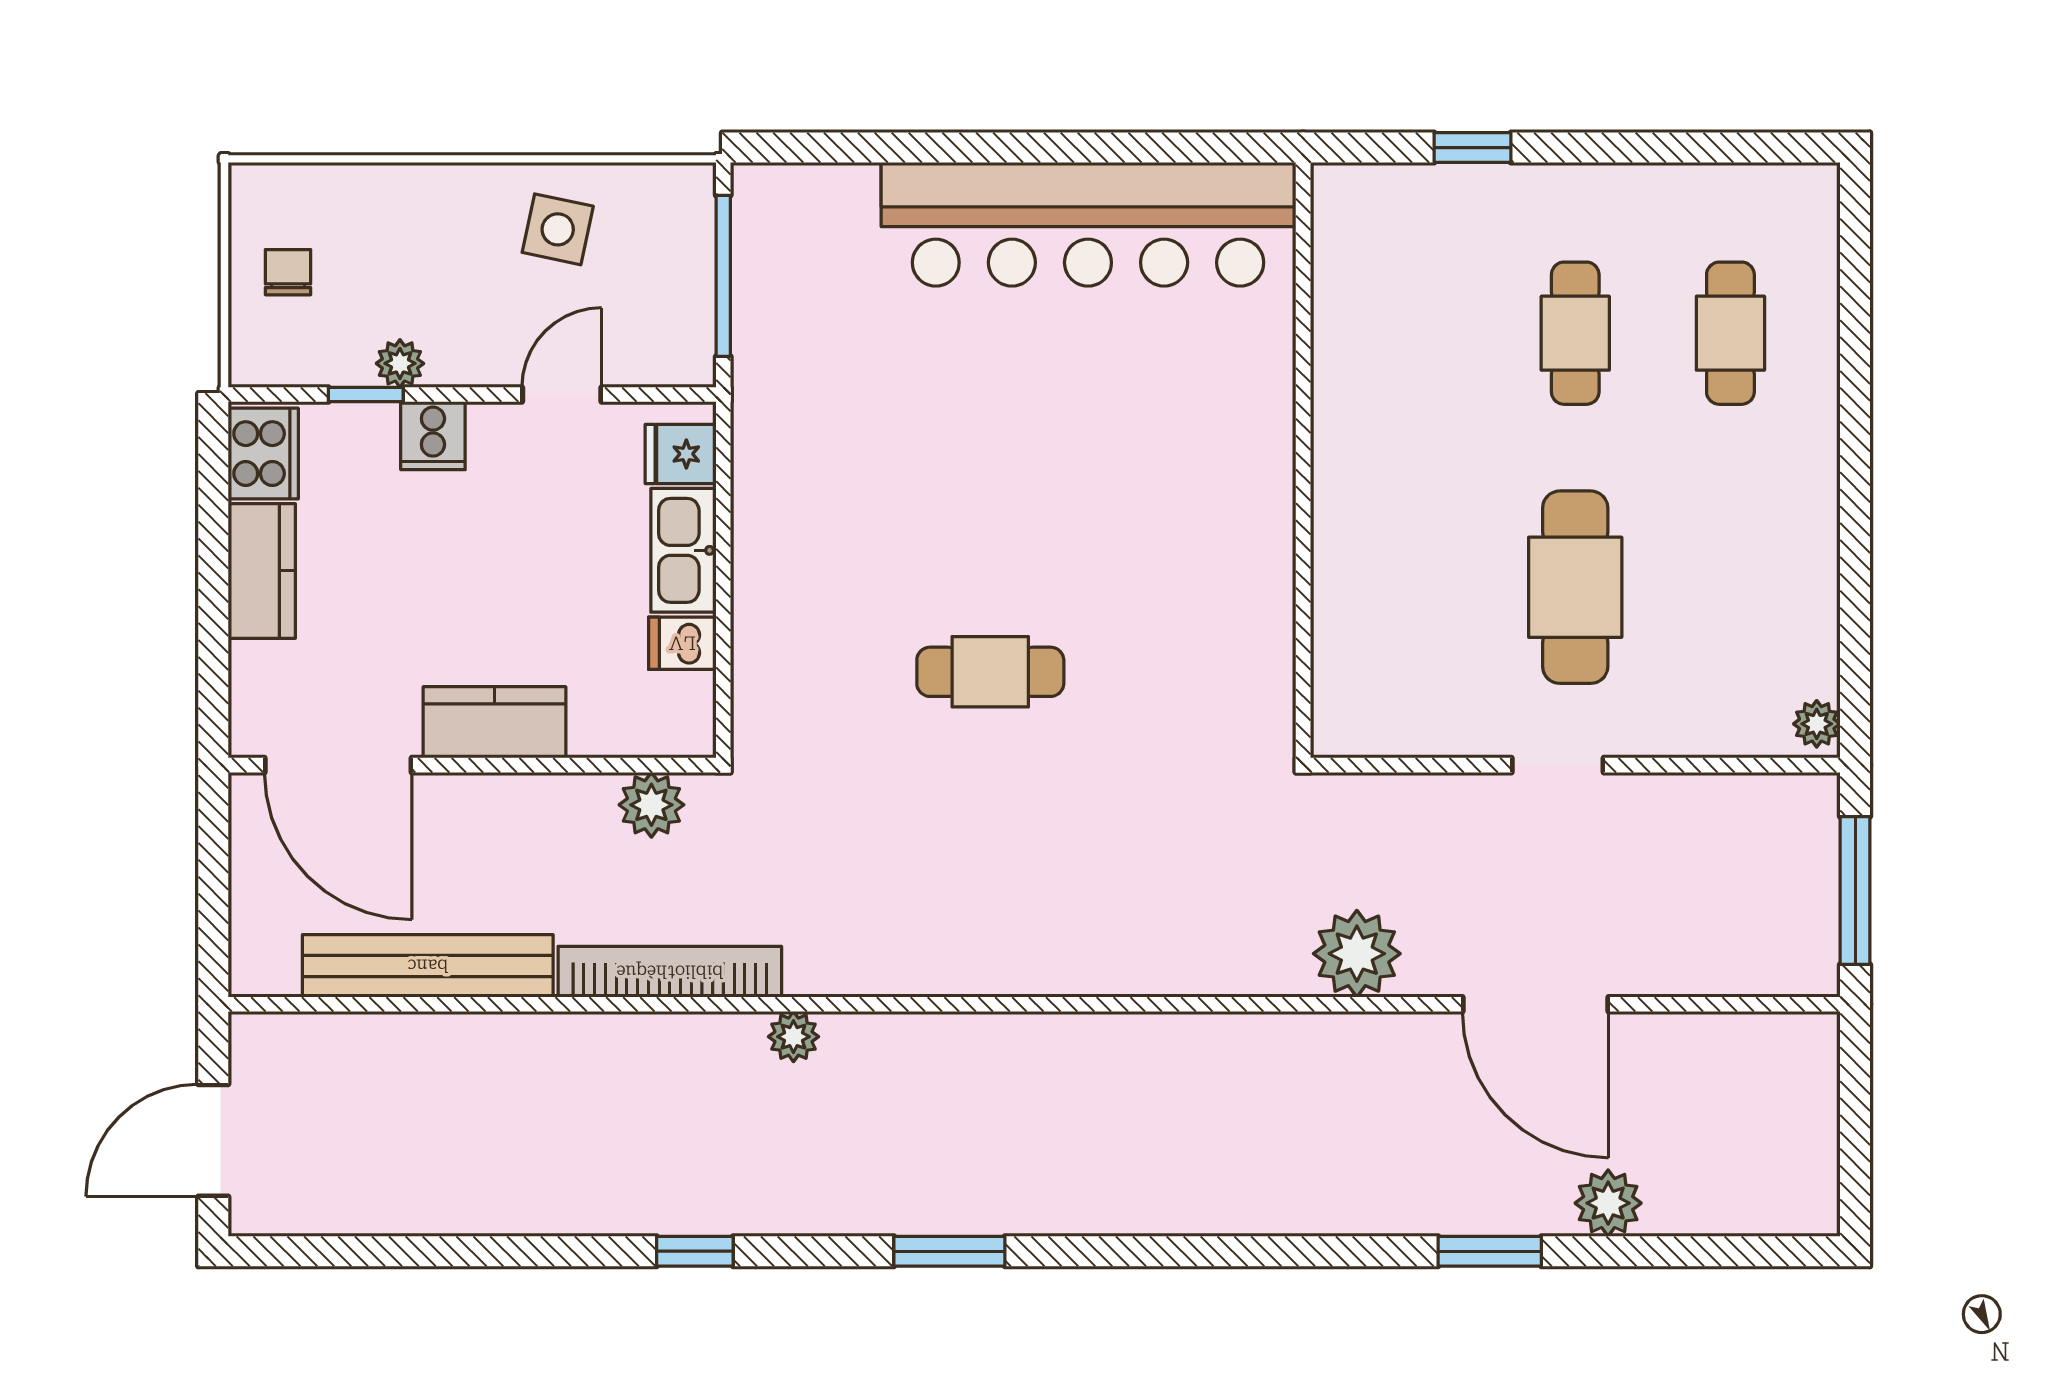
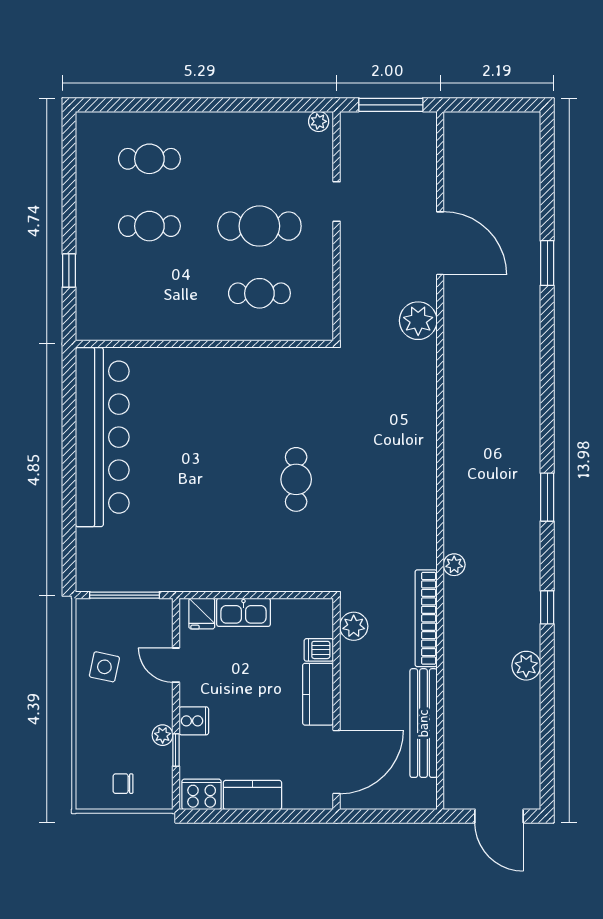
cafe table: (1420, 587) -> (259, 293), added
dishwasher: (682, 643) -> (319, 650), moved, turned 90
doorway: (1558, 765) -> (337, 202), moved
door: (1535, 1004) -> (440, 243), hinge flipped
plant: (1608, 1203) -> (526, 666), moved

